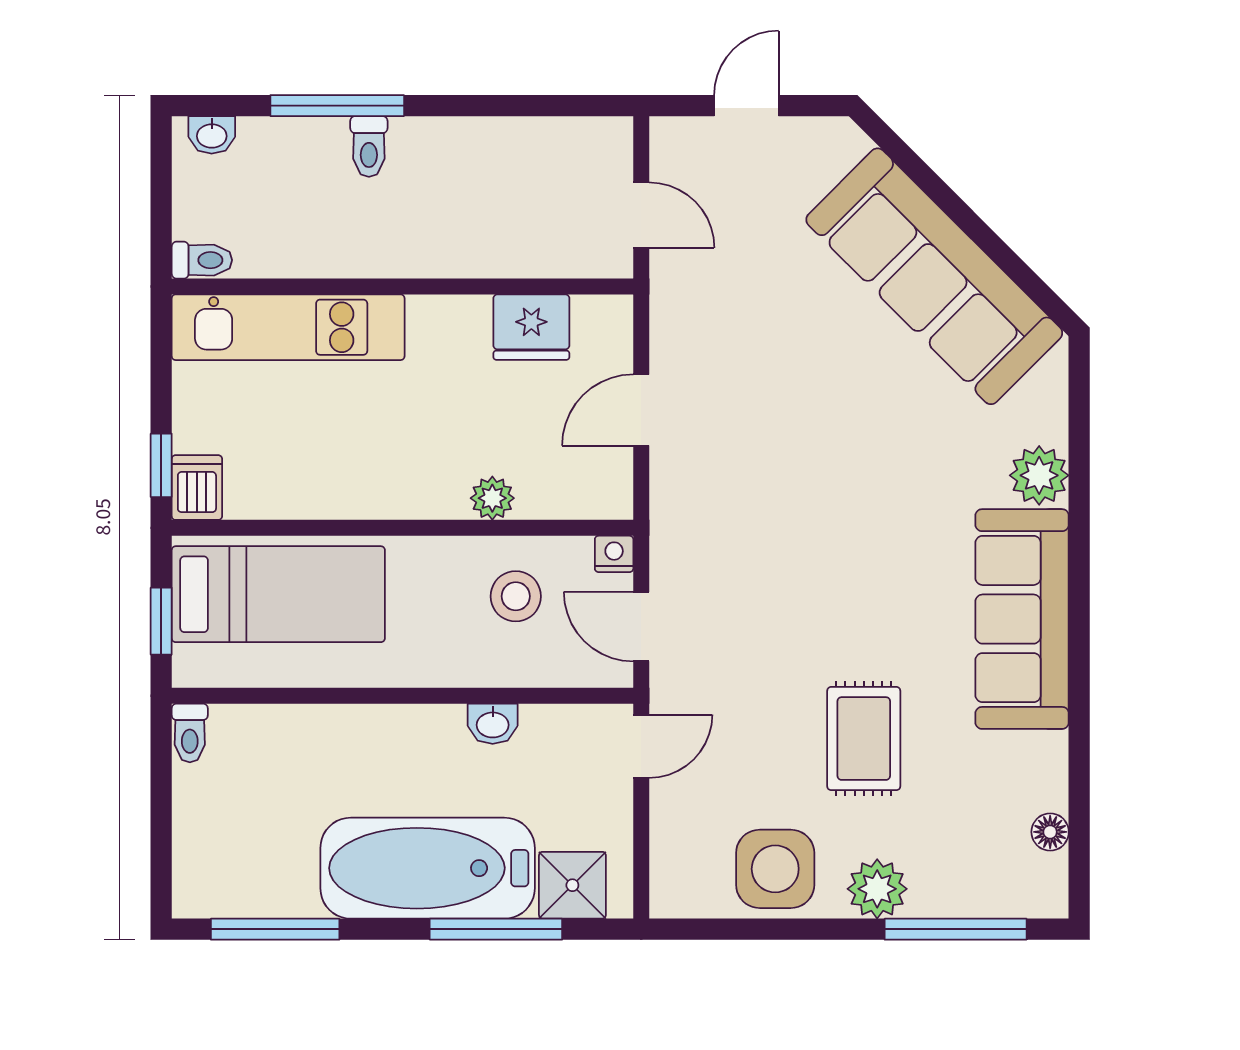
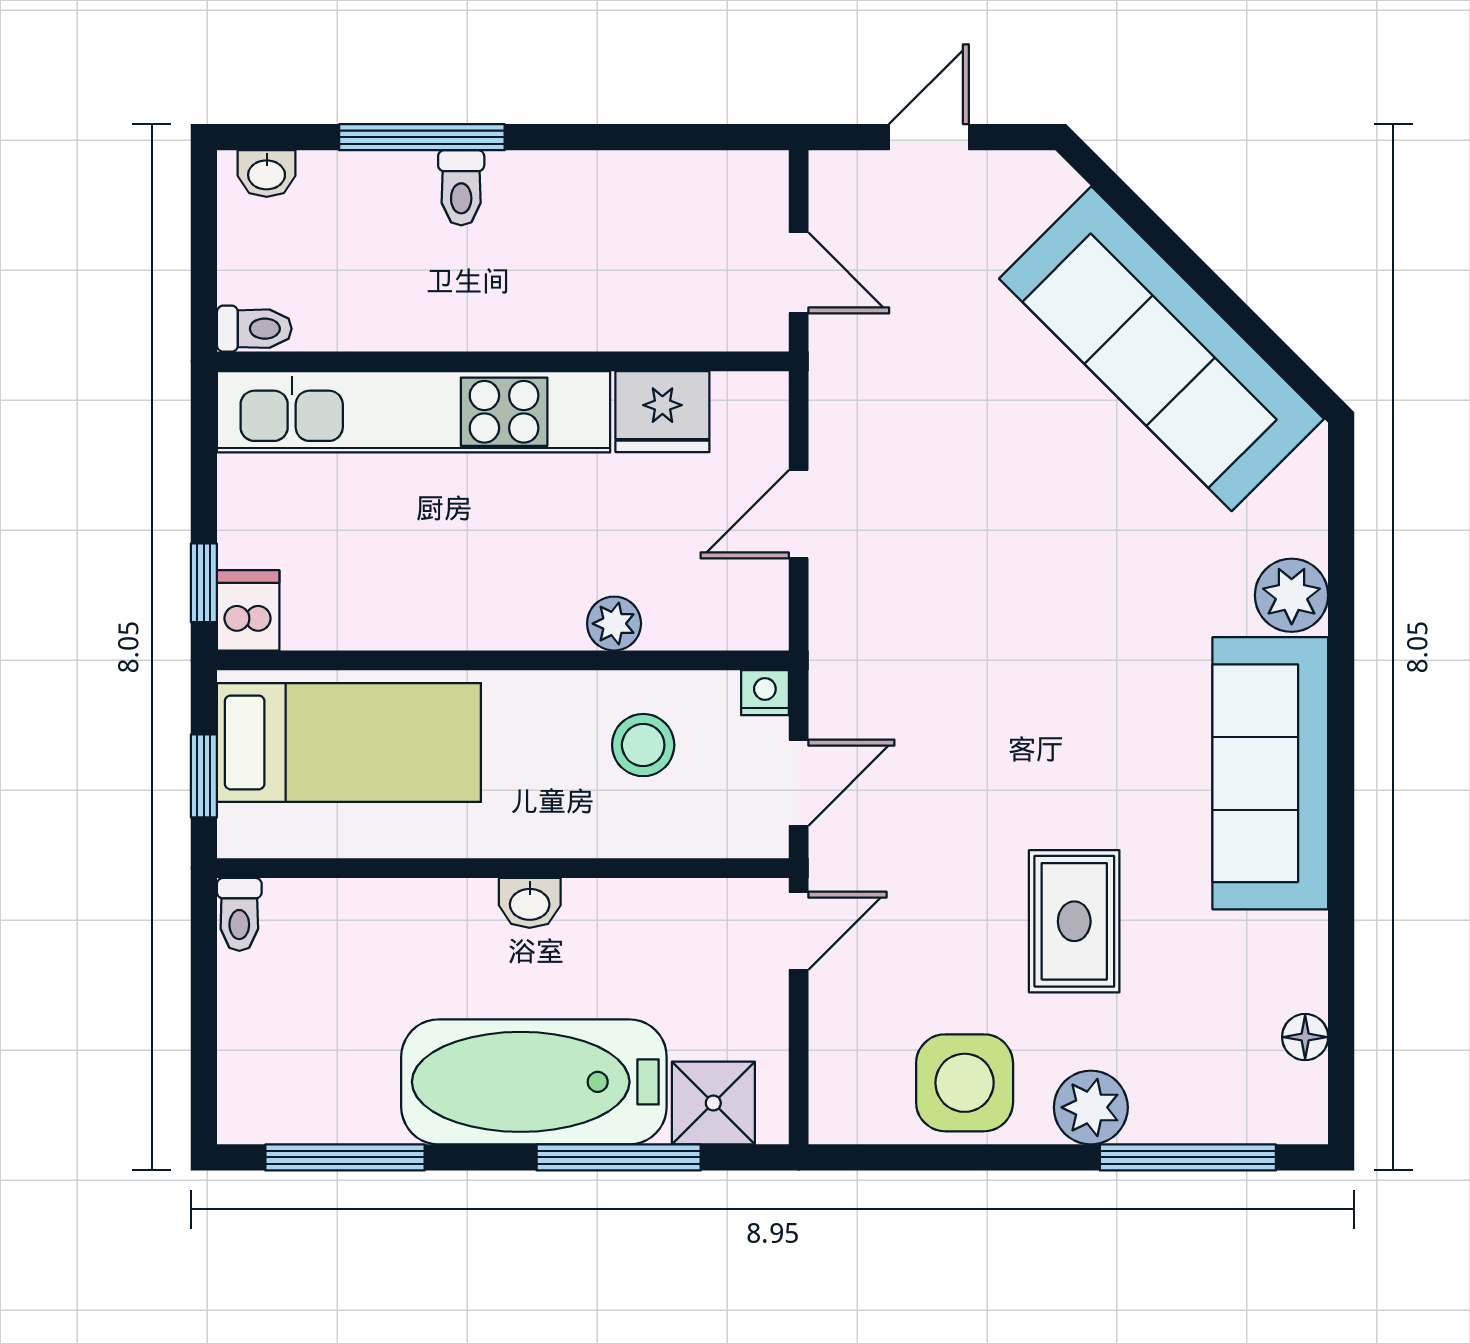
kitchen unit: (288, 327) -> (414, 412), width x1.36
door: (641, 627) -> (799, 783), swing flipped
washbasin: (493, 724) -> (530, 903), moved

